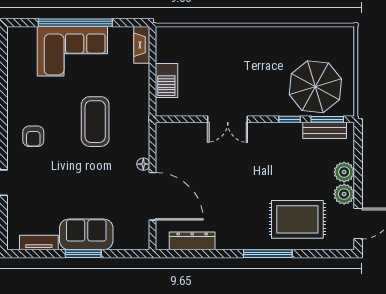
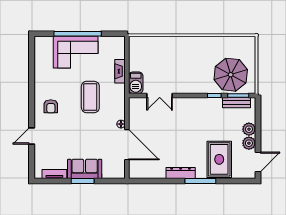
fireplace: (142, 45) -> (120, 71), moved
barbecue: (166, 81) -> (136, 83), moved
double door: (228, 119) -> (160, 96), moved
rug: (297, 219) -> (219, 159), turned 90
dresser: (192, 241) -> (181, 173), moved

